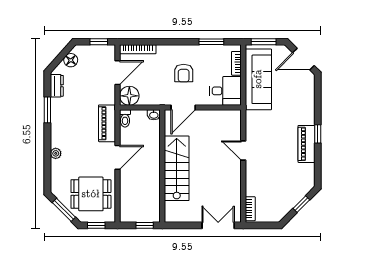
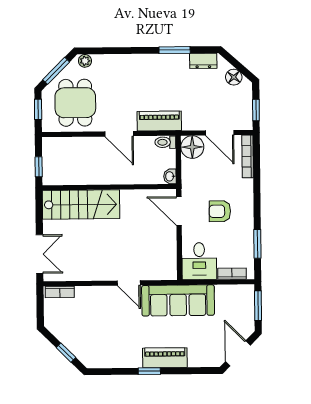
sofa: (258, 79) -> (178, 300), moved
piano: (307, 144) -> (165, 358), moved
door: (243, 151) -> (129, 283), swing flipped
plant: (56, 153) -> (85, 61), moved
stairs: (177, 168) -> (81, 204), moved

